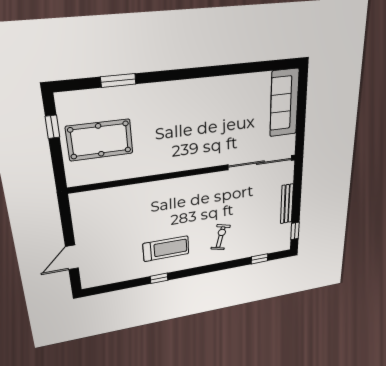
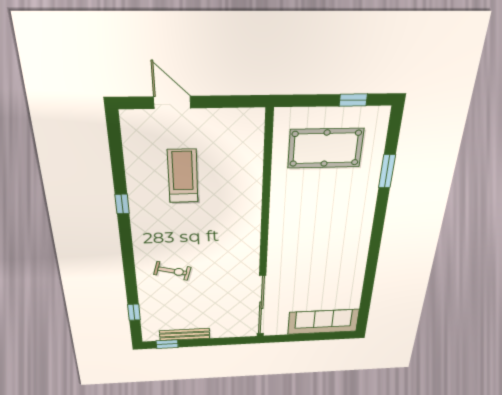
pool table: (100, 140) -> (325, 148), turned 90
bench: (287, 204) -> (185, 334), moved
treadmill: (166, 249) -> (183, 176), moved, turned 180

